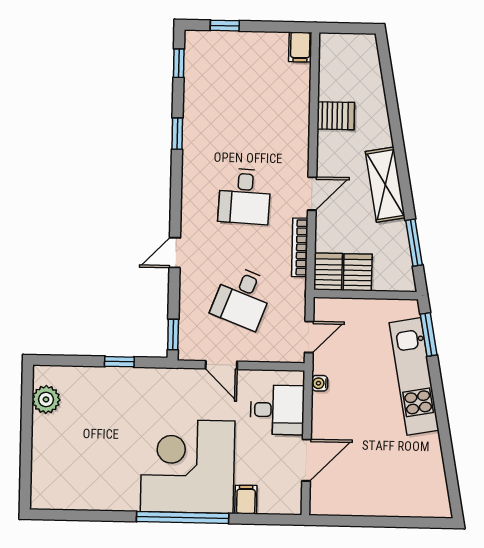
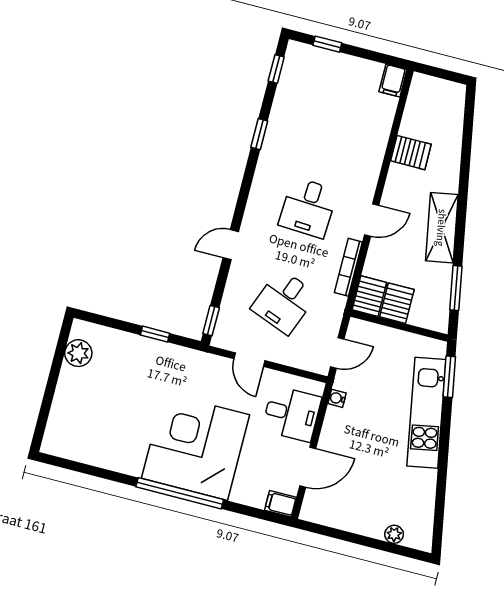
filing cabinet: (246, 500) -> (280, 504), moved, turned -90
plant: (410, 508) -> (394, 534), added

